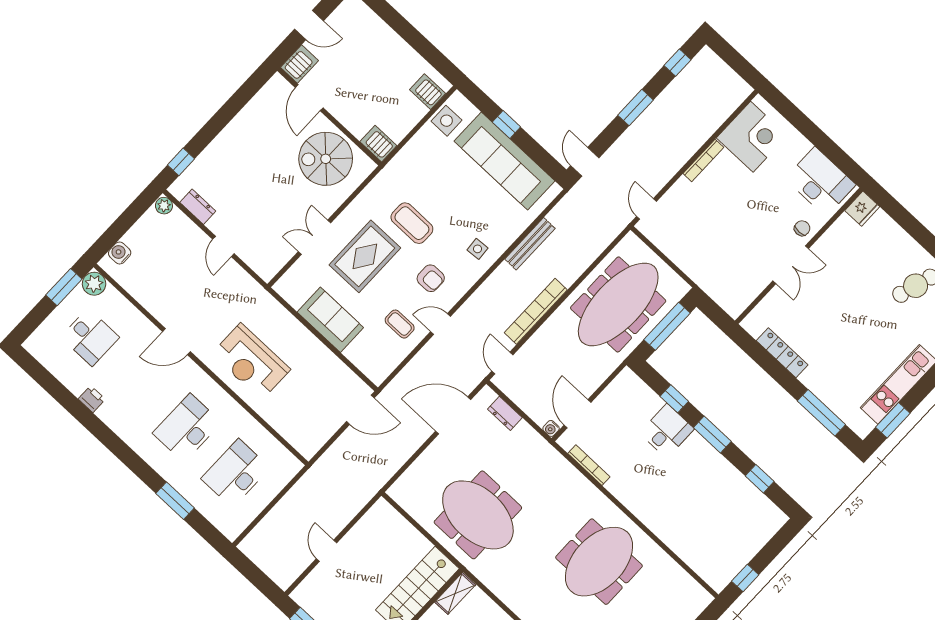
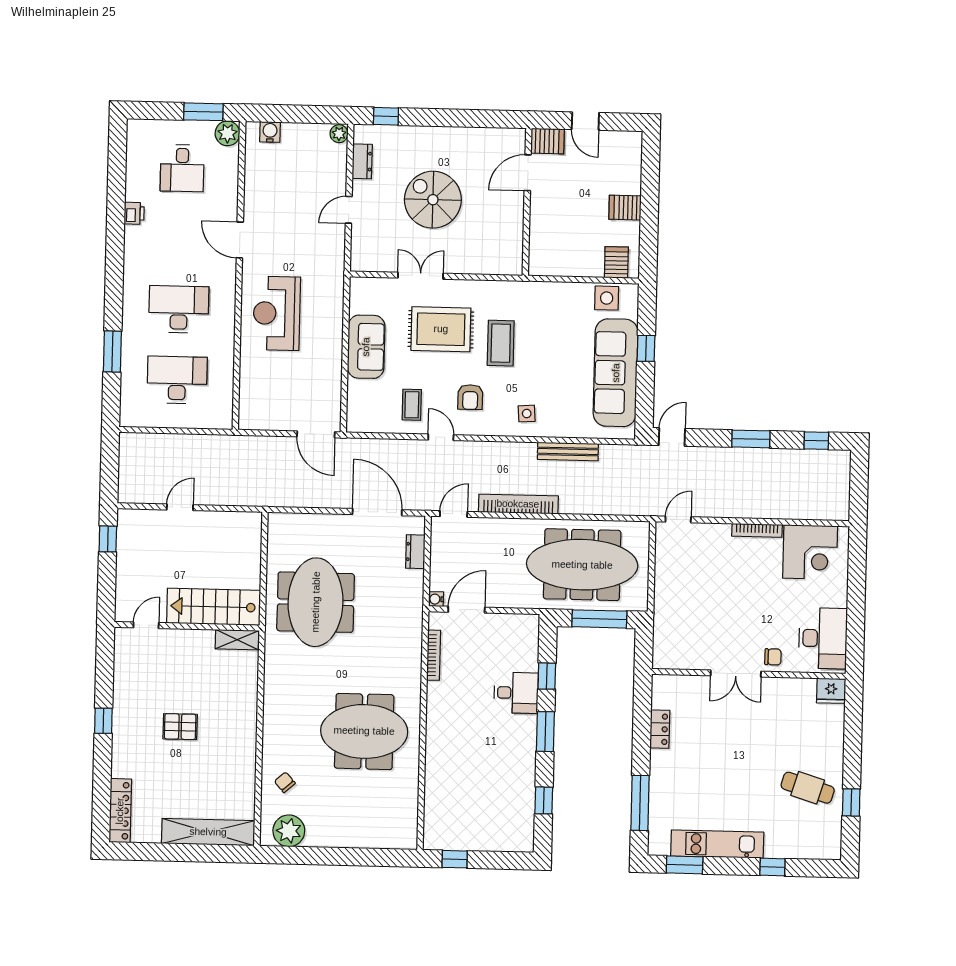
server rack: (378, 144) -> (625, 208), moved, turned -90
spiral stairs: (326, 159) -> (433, 200), moved
locker: (782, 353) -> (660, 729), width x0.66

